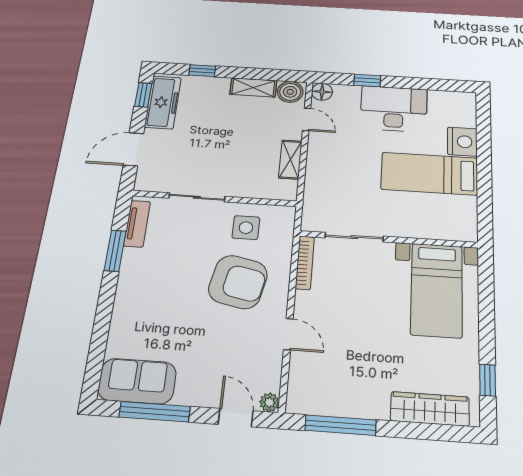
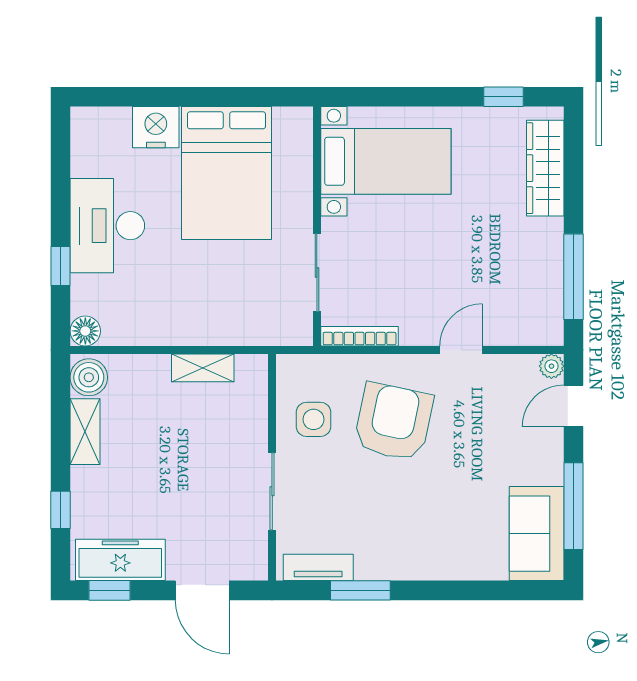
door: (307, 119) -> (135, 350), removed
bed: (429, 174) -> (226, 173), width x1.50

